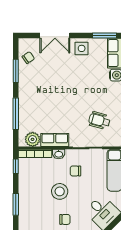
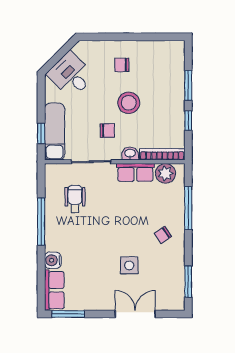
side table: (82, 48) -> (129, 265), moved
chair: (28, 58) -> (163, 235), moved
window: (16, 71) -> (188, 282), moved
wheelchair: (99, 120) -> (75, 199), turned -105
window: (16, 166) -> (188, 121), moved

